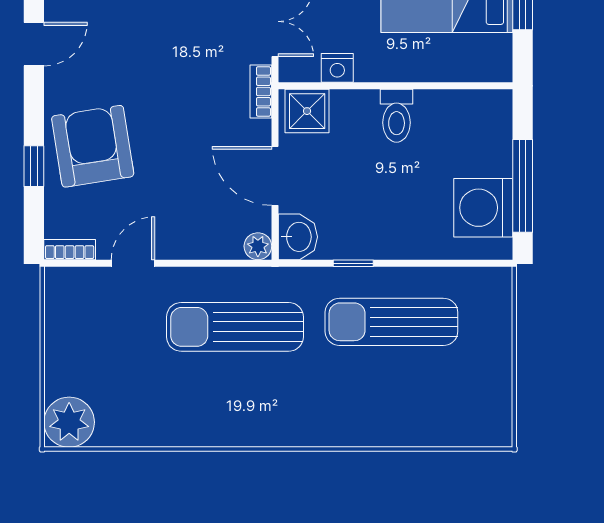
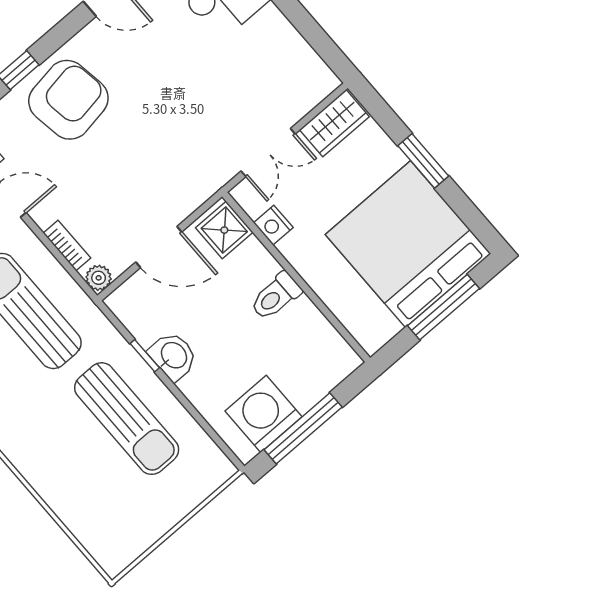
bookcase: (261, 91) -> (67, 245), moved, turned 90
door: (275, 176) -> (159, 247), swing flipped
washbasin: (298, 237) -> (173, 356), moved, turned -90
sun lounger: (391, 322) -> (127, 419), turned 180

